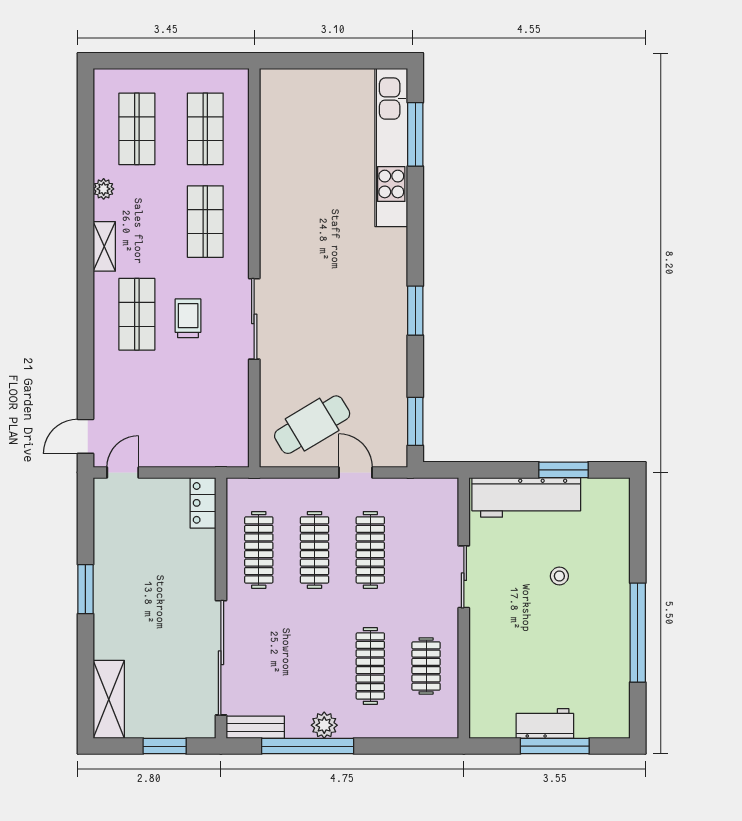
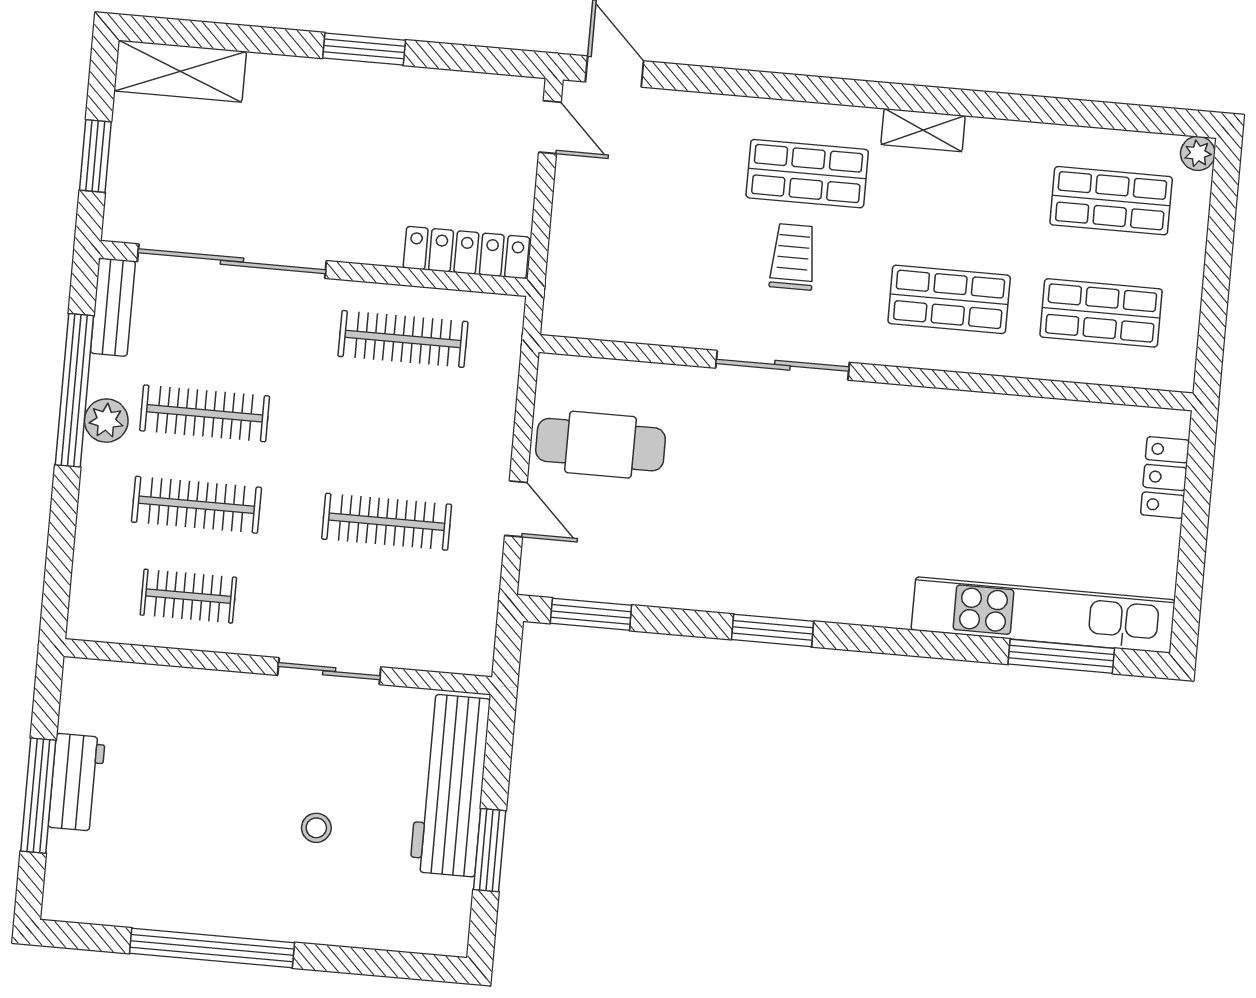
locker: (301, 81) -> (1165, 477), added
plant: (104, 189) -> (1198, 153), moved
trolley: (188, 318) -> (793, 257), turned -90
cafe table: (312, 425) -> (601, 445), turned -59
door: (356, 472) -> (516, 509), hinge flipped
locker: (203, 503) -> (466, 253), width x1.53
clothes rail: (315, 550) -> (205, 413), moved

